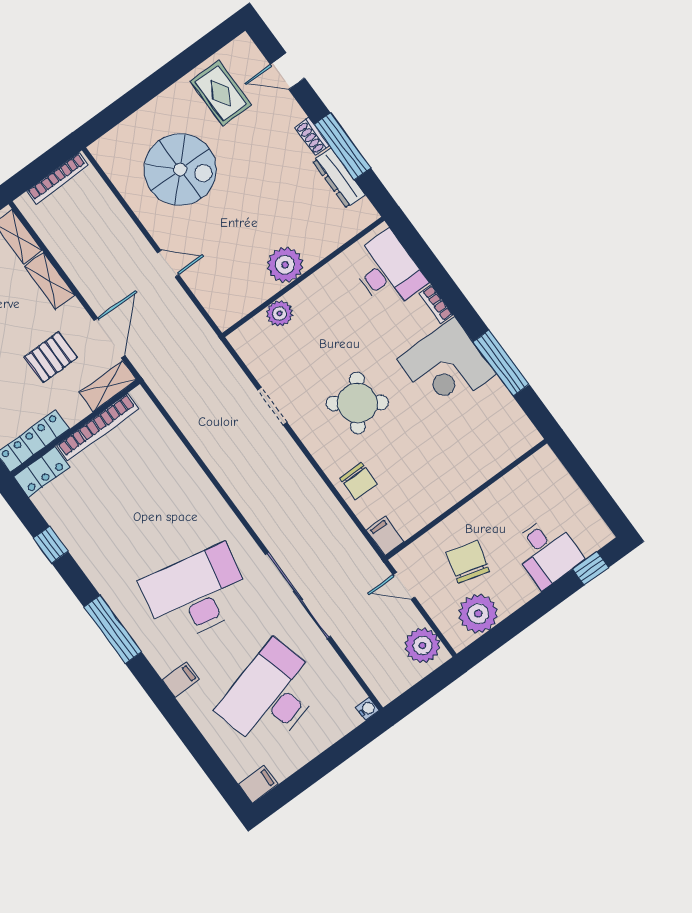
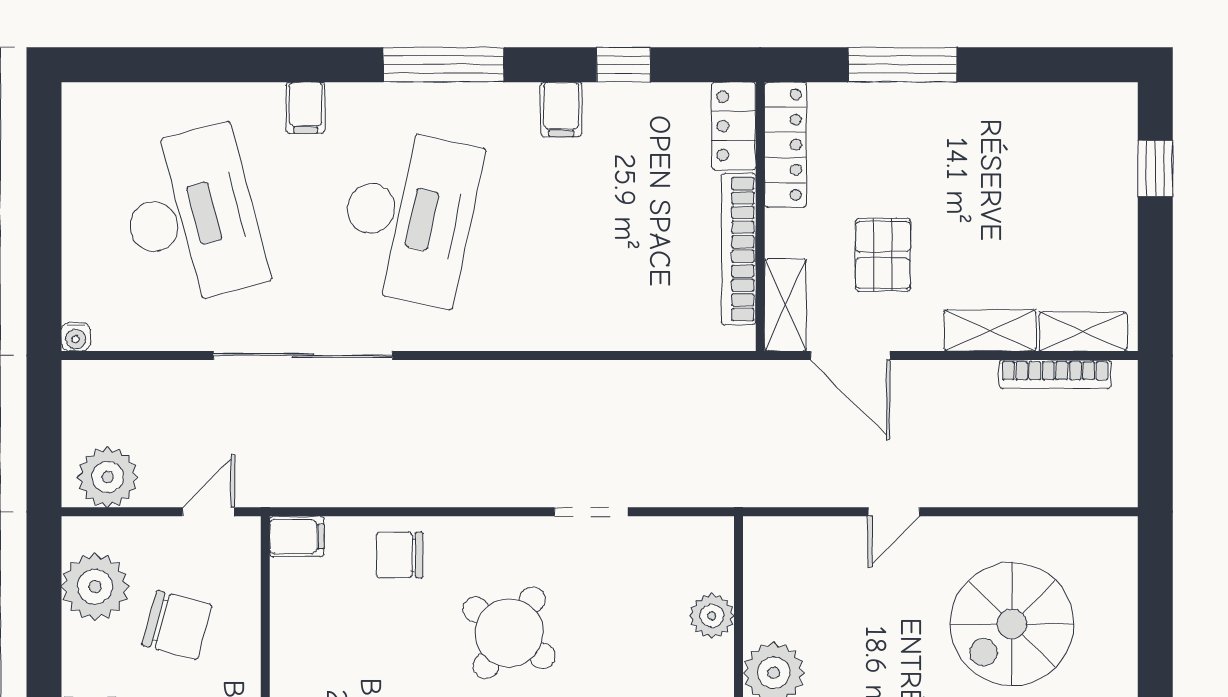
bookcase: (58, 178) -> (1055, 374), moved, turned -90
filing cabinet: (258, 784) -> (561, 109), moved

